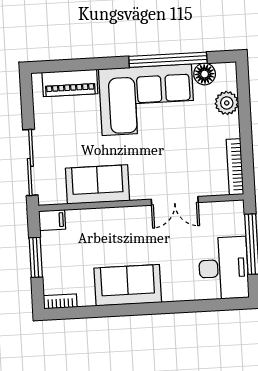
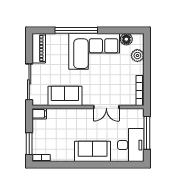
window: (168, 60) -> (76, 30), moved
piano: (70, 83) -> (39, 48), moved, turned -90
window: (36, 257) -> (29, 144), moved
sofa: (128, 285) -> (93, 151), moved

